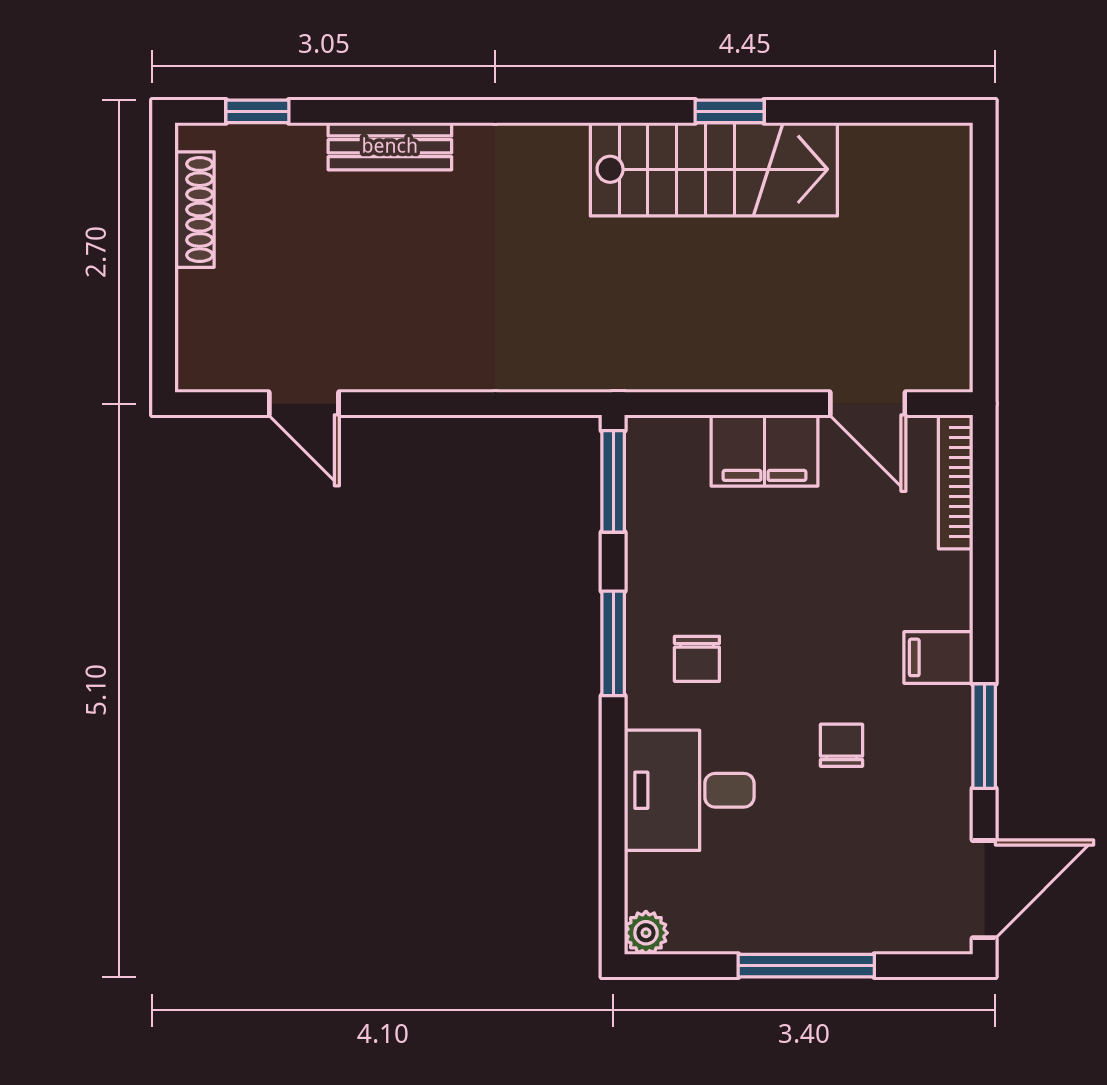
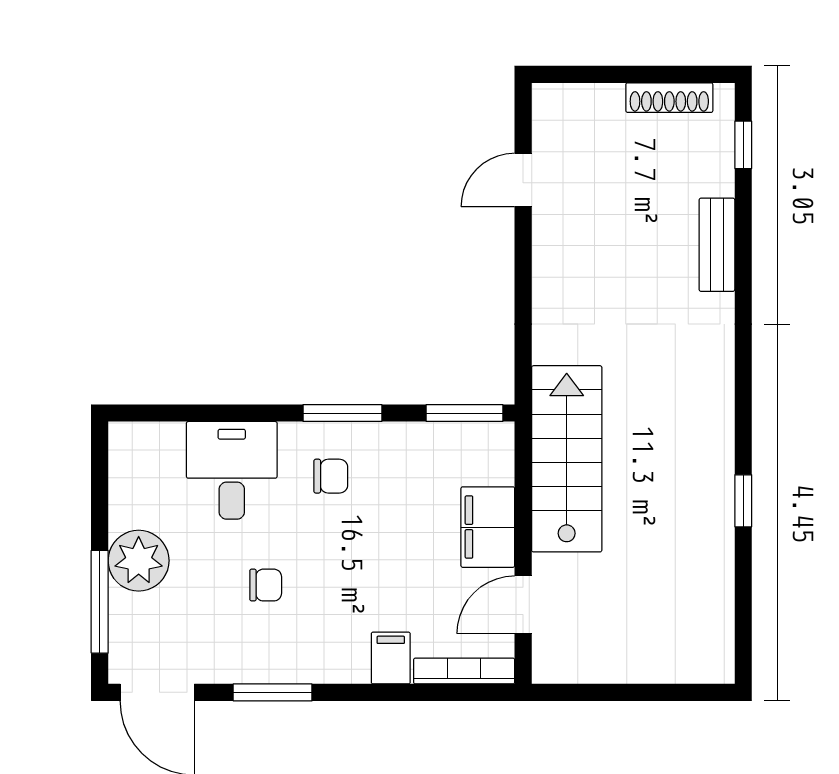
stairs: (714, 169) -> (567, 459), moved, turned 180
filing cabinet: (938, 657) -> (391, 658), moved
chair: (697, 659) -> (331, 476), turned 180
plant: (646, 933) -> (139, 561), moved, width x1.88, depth x1.88
window: (806, 966) -> (100, 602), moved

